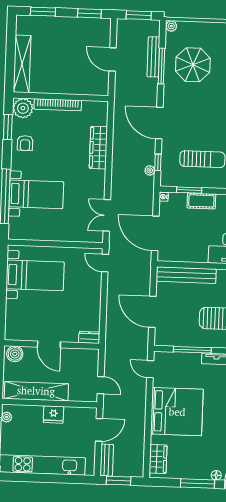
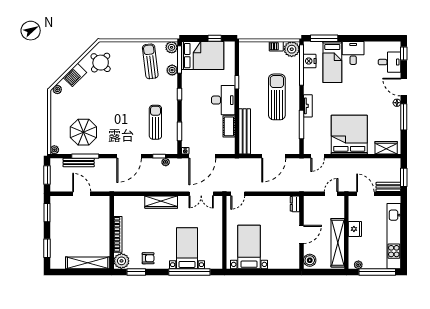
door: (113, 60) -> (82, 194), swing flipped
wardrobe: (98, 148) -> (161, 202), moved
cot: (201, 201) -> (229, 126), moved
door: (155, 233) -> (202, 156), moved

